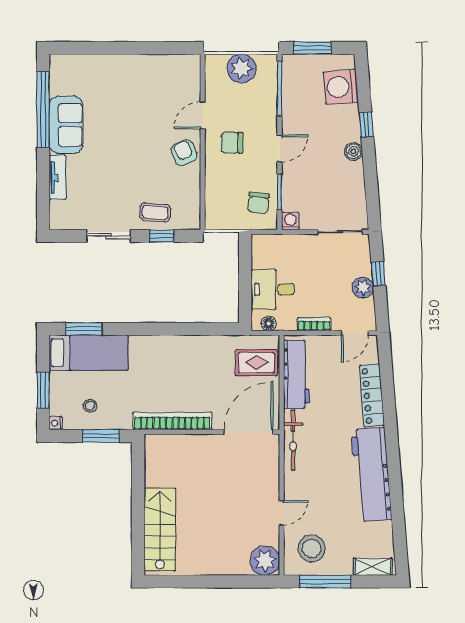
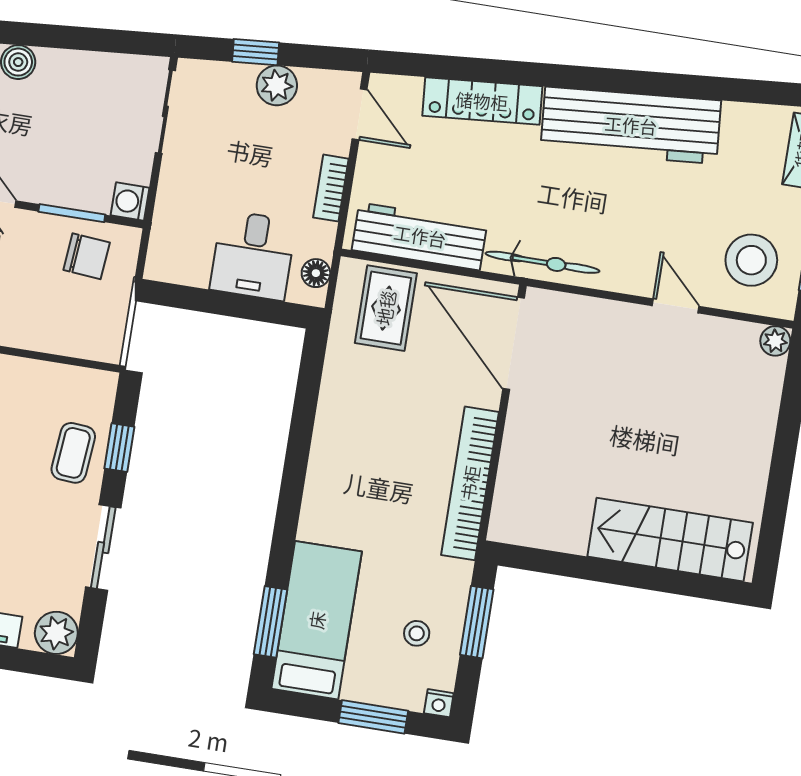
plant: (60, 219) -> (56, 633), added
plant: (265, 561) -> (775, 341), width x0.53, depth x0.53

